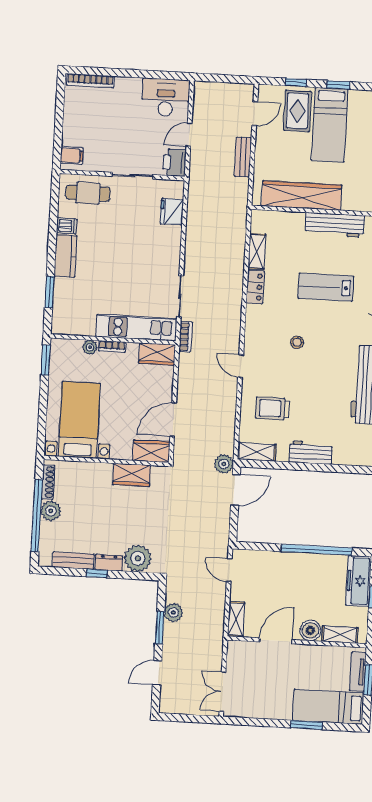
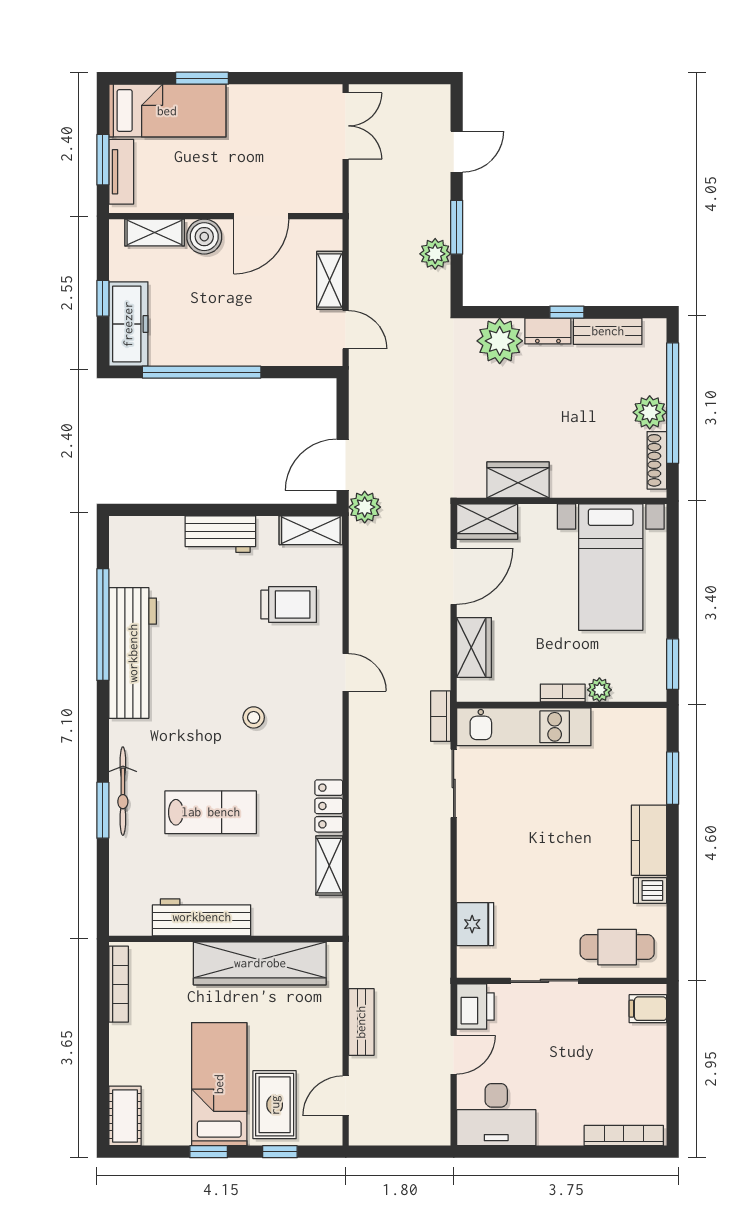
wardrobe: (157, 354) -> (474, 647), moved, turned 90
shelving: (236, 619) -> (330, 280), moved

